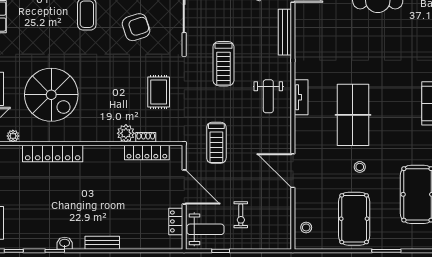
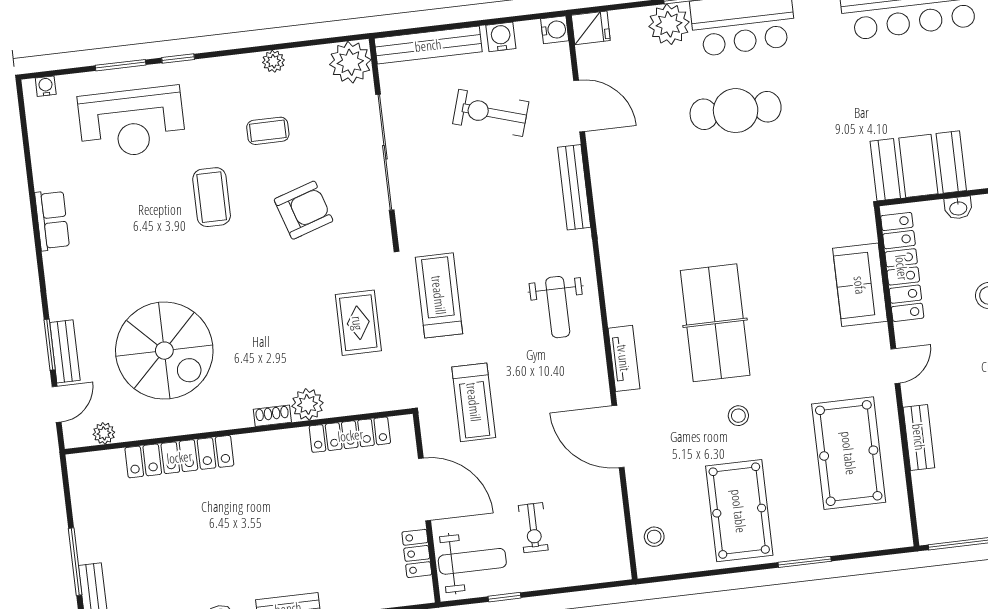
treadmill: (223, 64) -> (439, 295), moved, turned 180
tv unit: (301, 97) -> (624, 358), moved
shoe rack: (146, 137) -> (272, 416), moved

